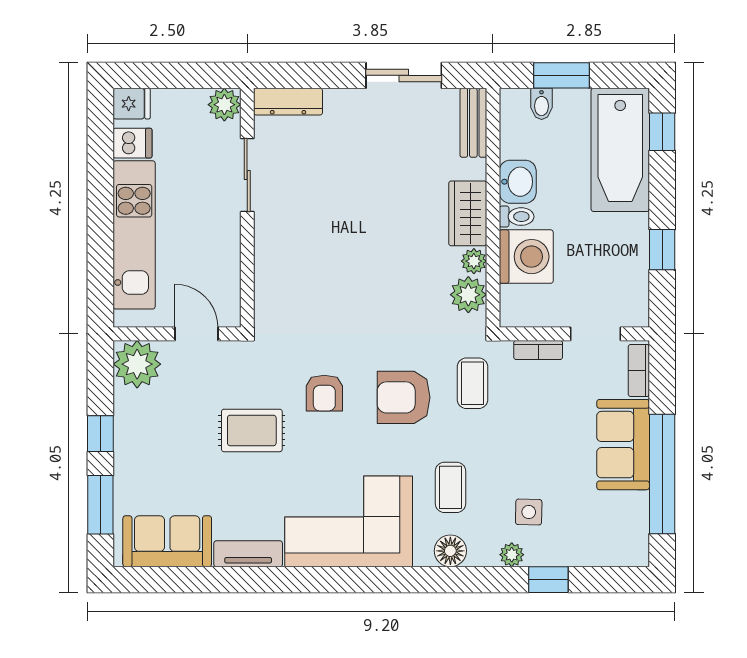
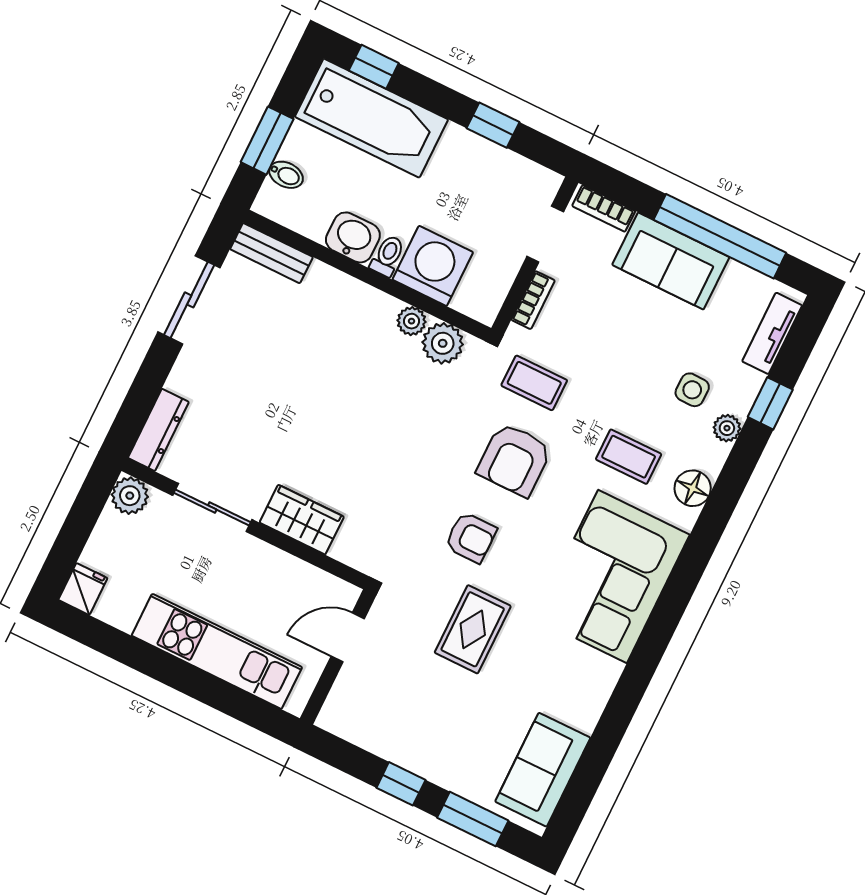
dishwasher: (133, 143) -> (123, 608), removed
wardrobe: (468, 213) -> (302, 520), moved, turned 180
plant: (137, 364) -> (349, 712), removed
tv unit: (248, 554) -> (772, 333), moved

